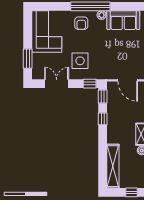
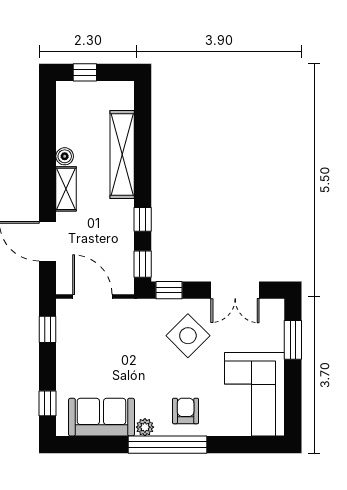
side table: (80, 61) -> (188, 336), turned 45
shelving: (113, 166) -> (122, 154), moved

